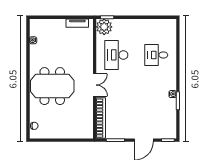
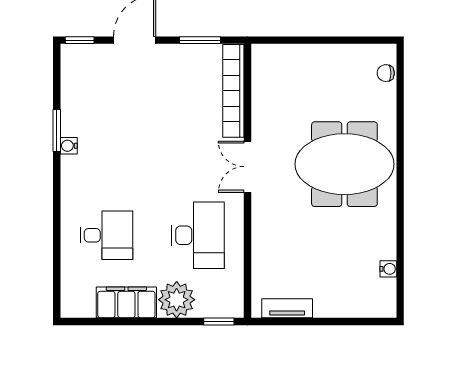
filing cabinet: (147, 26) -> (126, 302), added
plant: (104, 27) -> (177, 300), moved

